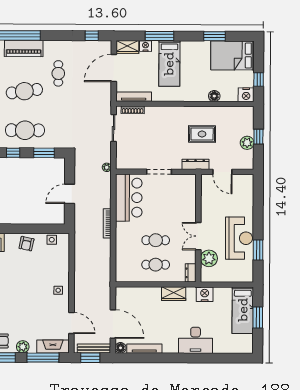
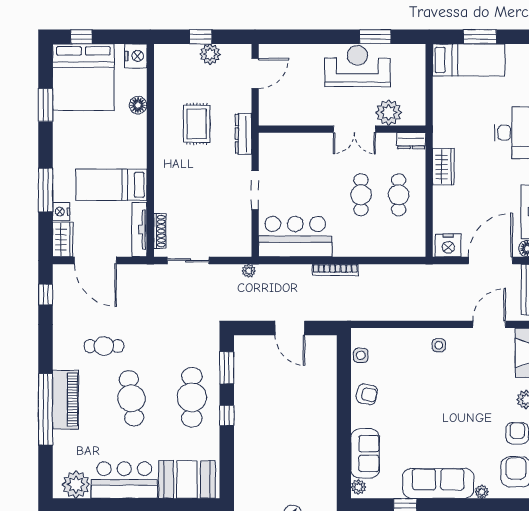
bed: (232, 55) -> (83, 77), width x1.36
bed: (169, 64) -> (111, 185), moved, turned 180
window: (259, 79) -> (81, 37), moved
door: (222, 172) -> (255, 73), moved
nightstand: (205, 294) -> (448, 245), moved, turned -90

